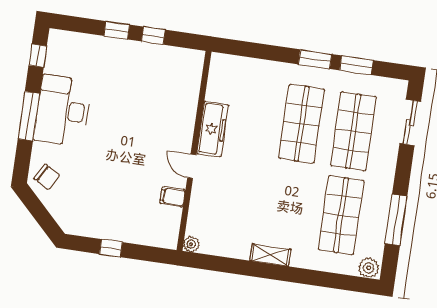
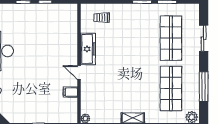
trolley: (243, 80) -> (102, 18), added
sliding door: (410, 122) -> (204, 38), moved
shop shelf: (302, 124) -> (140, 38), removed

